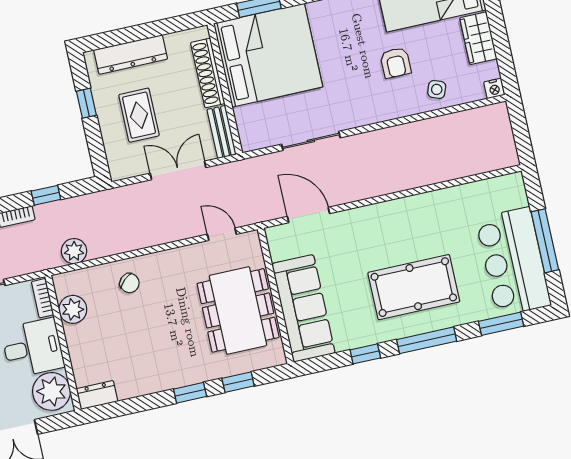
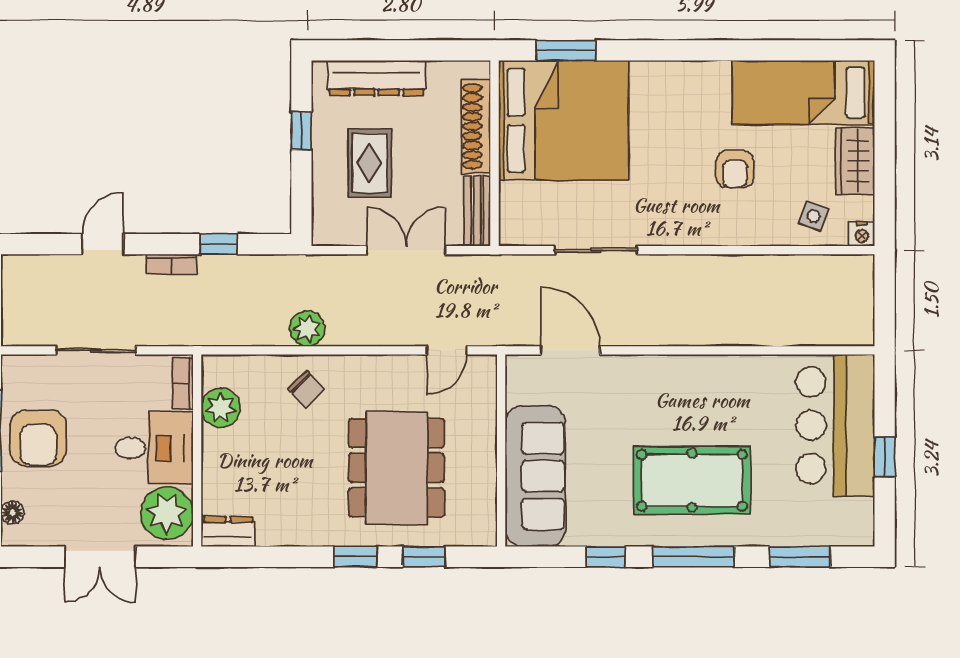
side table: (437, 89) -> (814, 216), moved
door: (222, 234) -> (447, 350), swing flipped
window: (545, 241) -> (885, 457), width x0.46
plant: (74, 251) -> (307, 329), moved
bar counter: (513, 262) -> (835, 425), moved
dining table: (238, 310) -> (396, 468), moved

